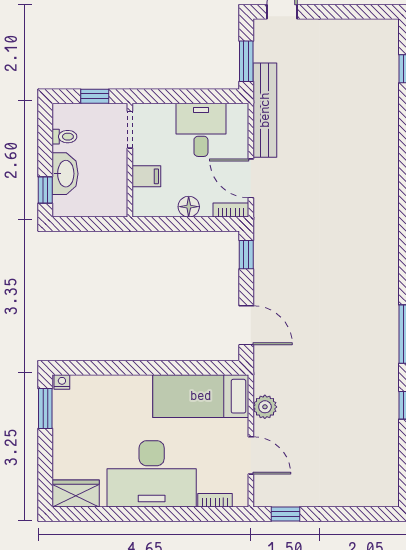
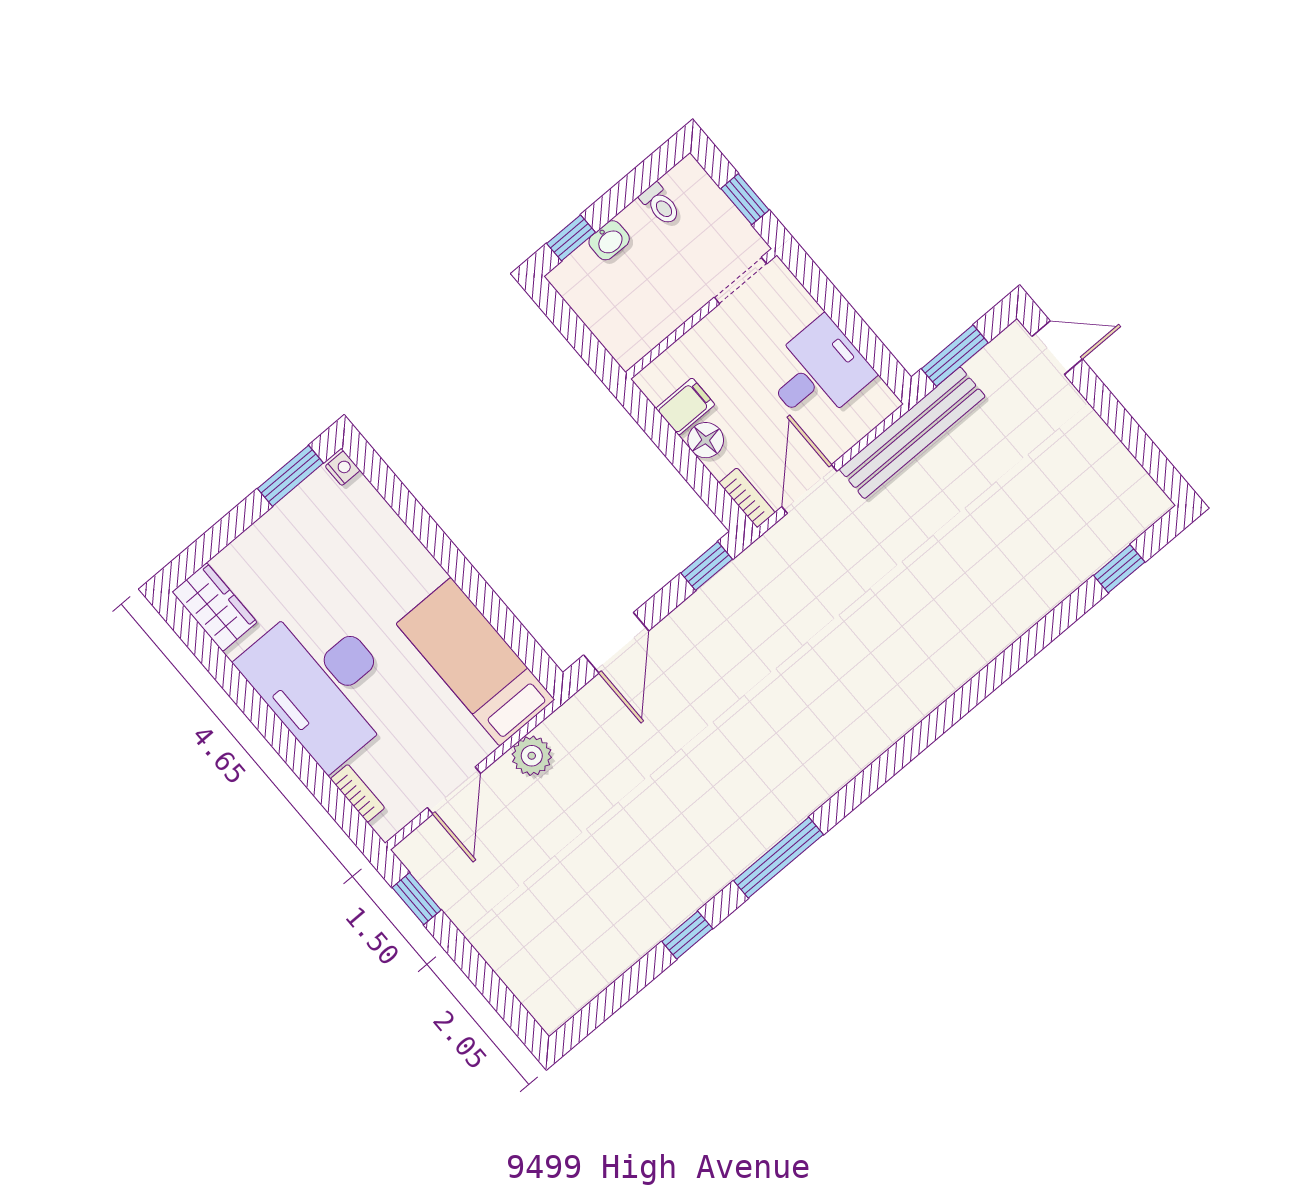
washbasin: (65, 174) -> (609, 240), width x0.52, depth x0.69
filing cabinet: (146, 176) -> (685, 406), moved, turned -90

